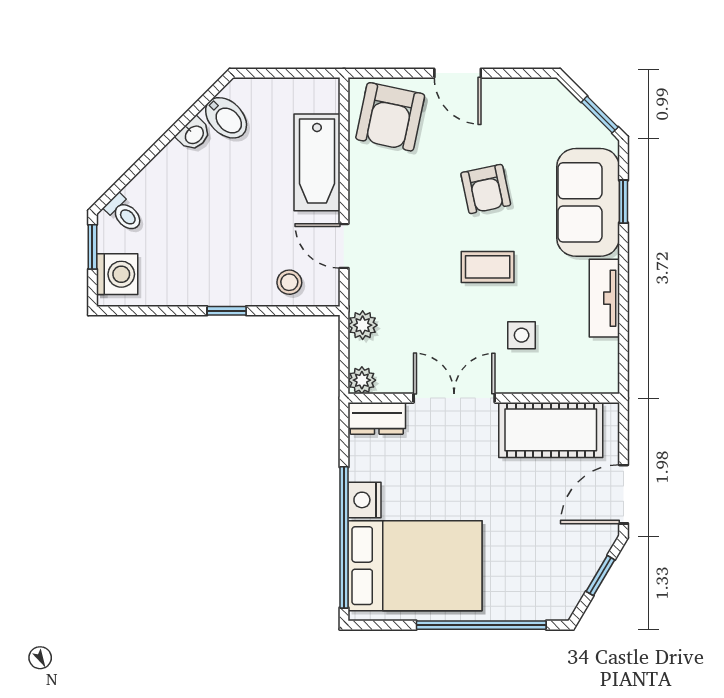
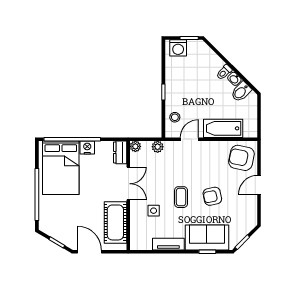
toilet: (124, 213) -> (224, 72), moved

